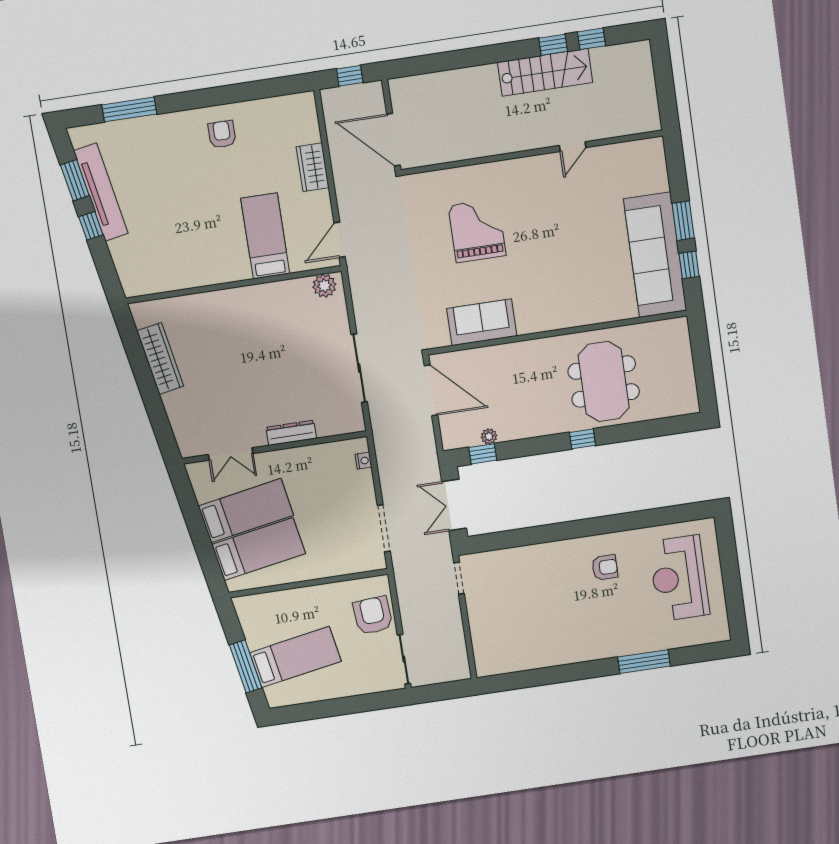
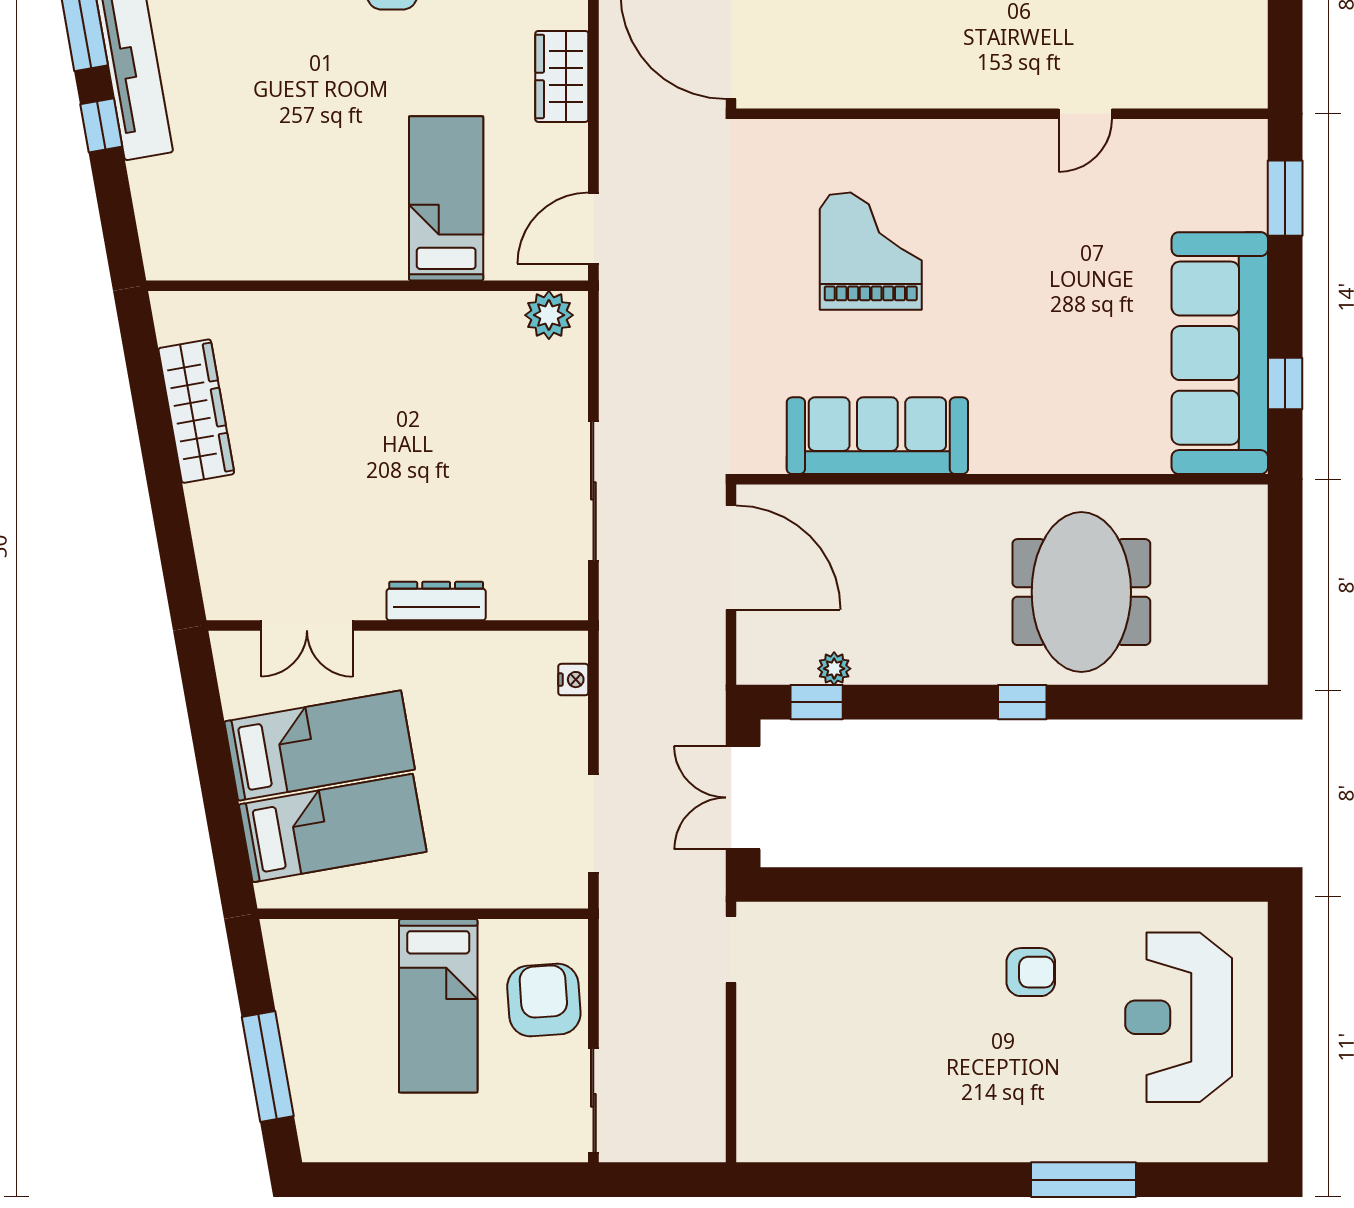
window: (683, 221) -> (1285, 198), moved
sofa: (482, 322) -> (877, 436), width x1.36
bed: (295, 657) -> (438, 1006), moved, turned 100

